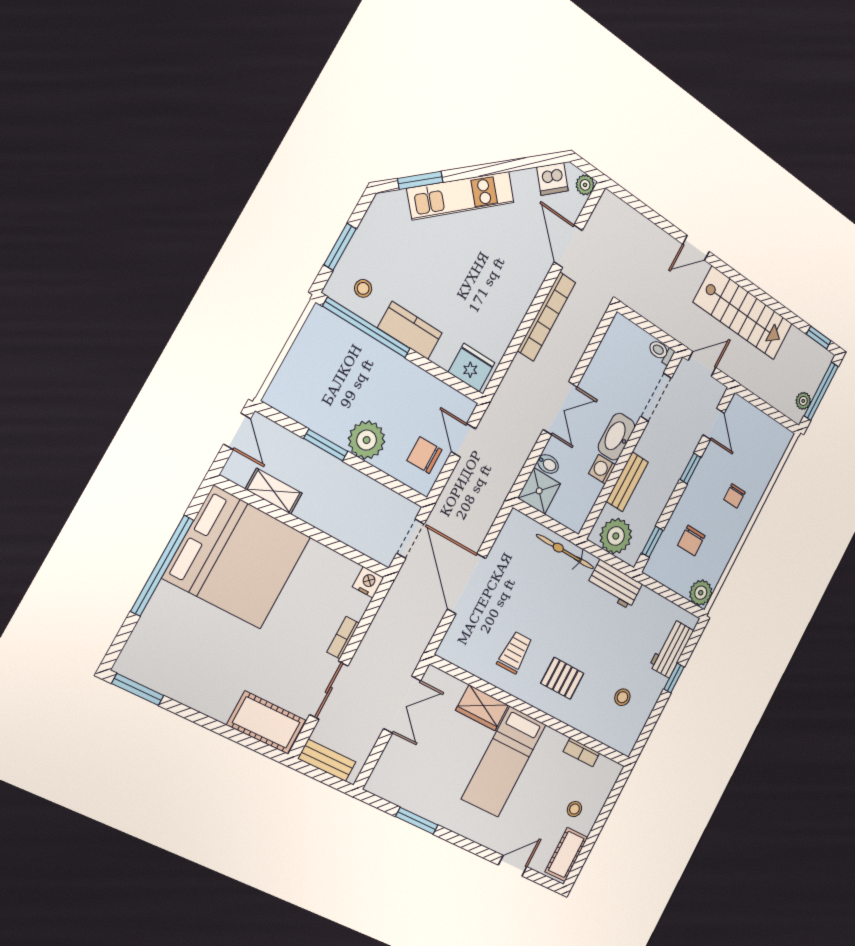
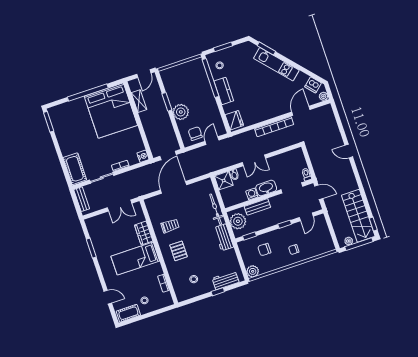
stairs: (743, 313) -> (358, 216), moved

